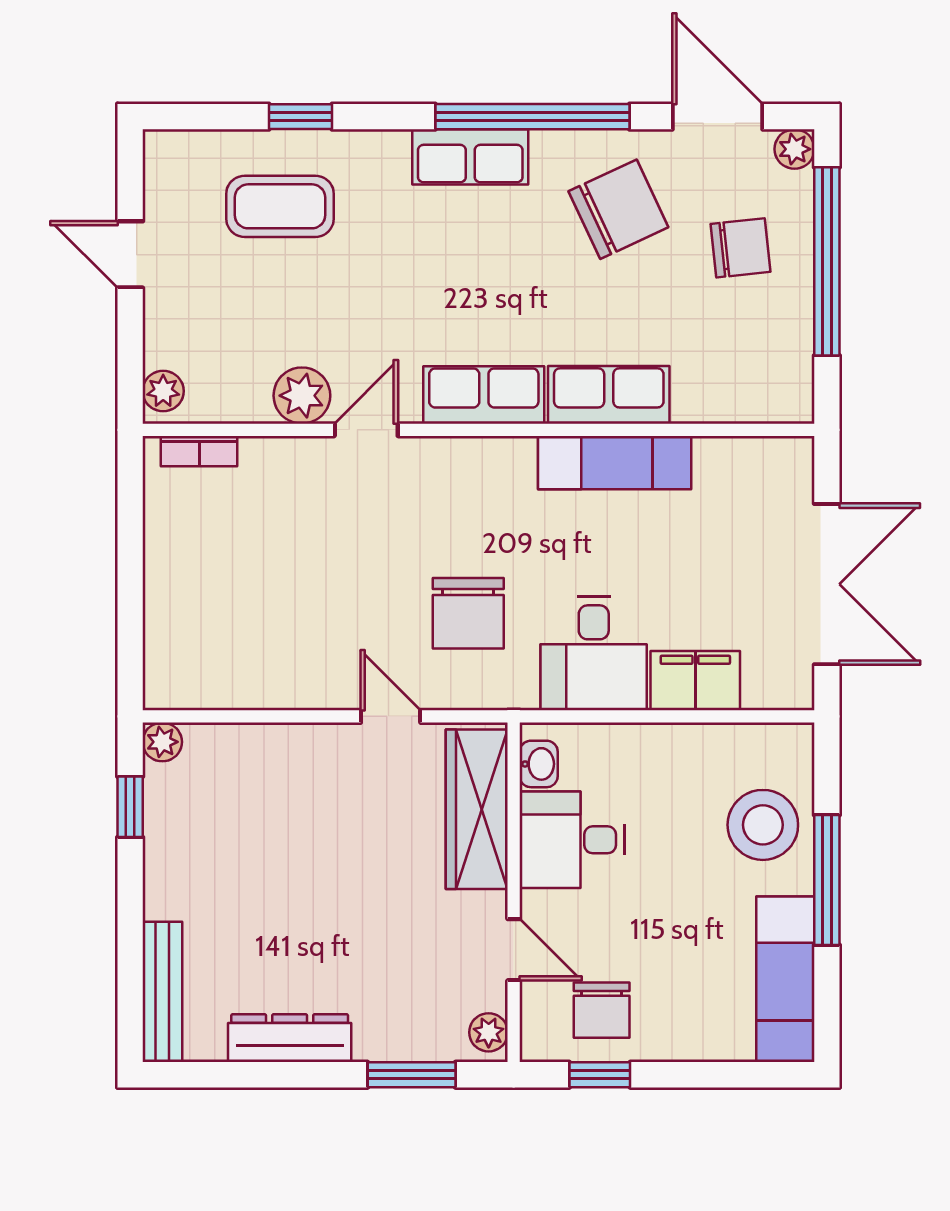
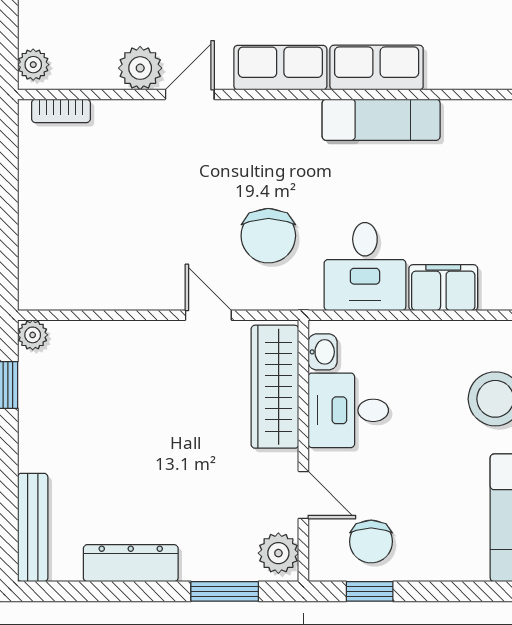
plant: (489, 1032) -> (278, 553), width x1.38, depth x1.38

